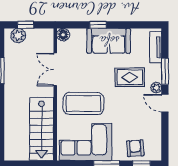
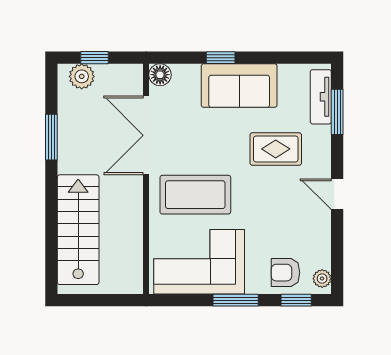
double door: (55, 69) -> (146, 135), width x1.37
window: (165, 71) -> (337, 112), moved
plant: (156, 88) -> (322, 279), moved
stairs: (42, 129) -> (78, 230), moved, turned 180
armchair: (135, 148) -> (285, 273), turned -86

